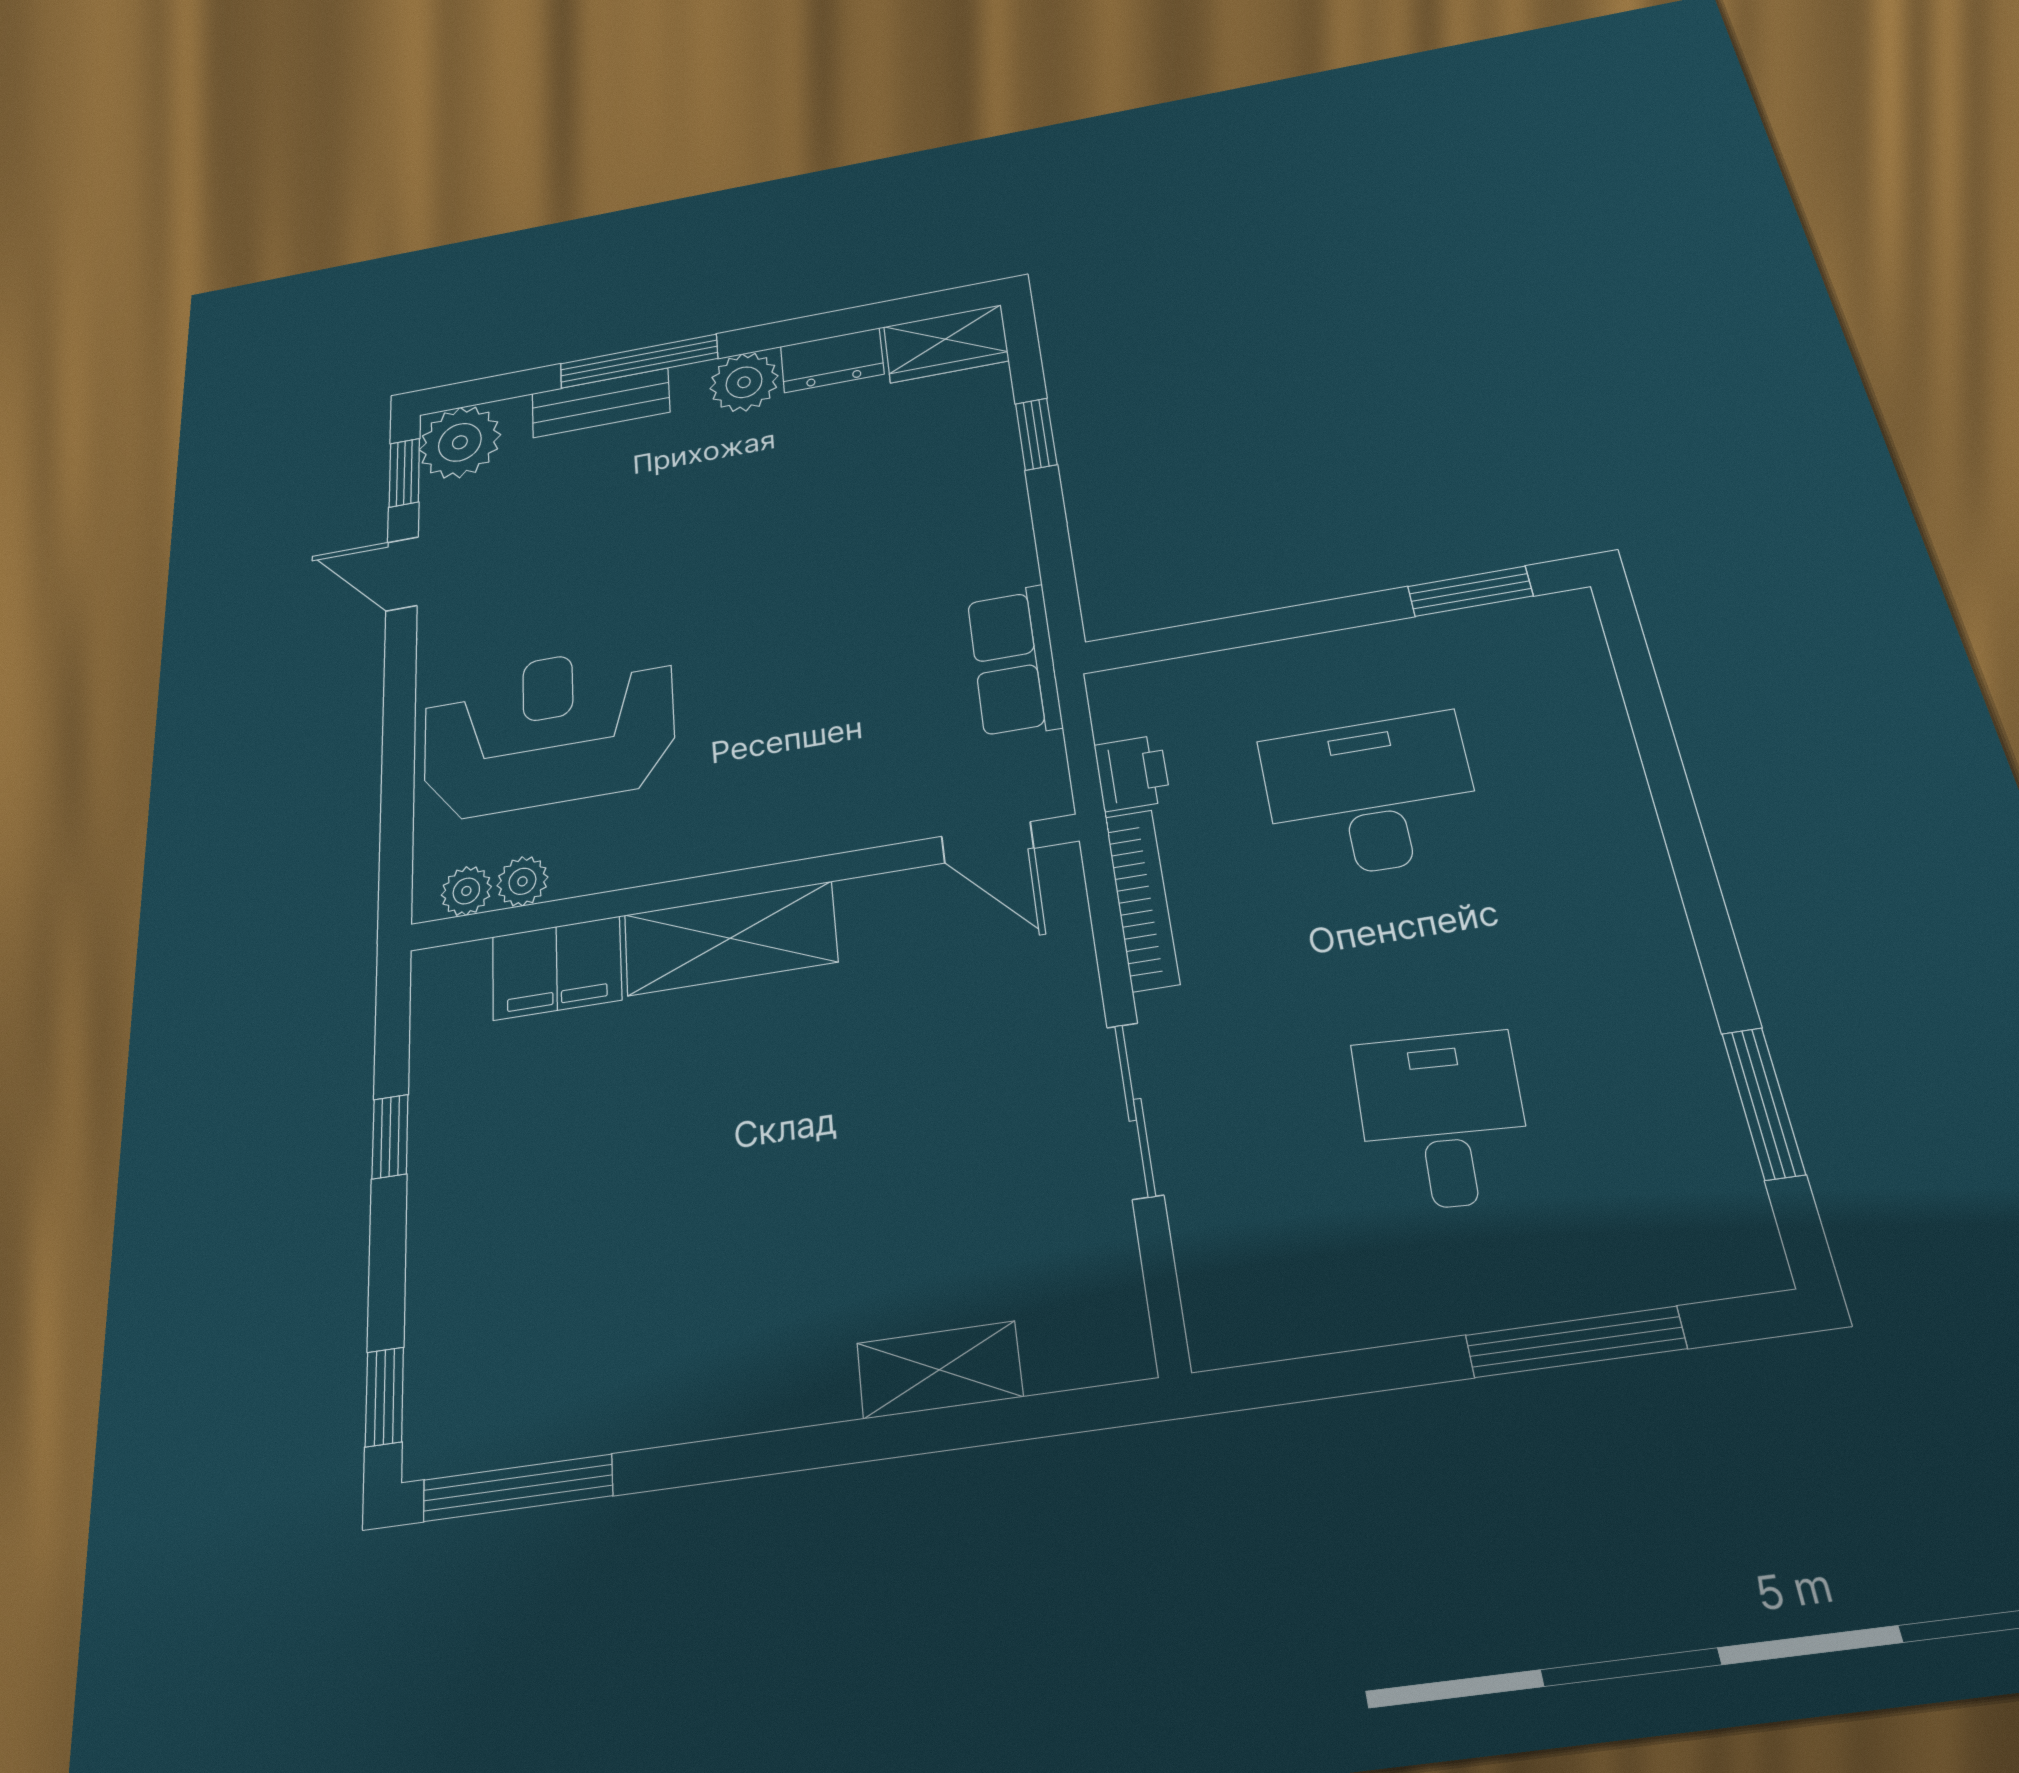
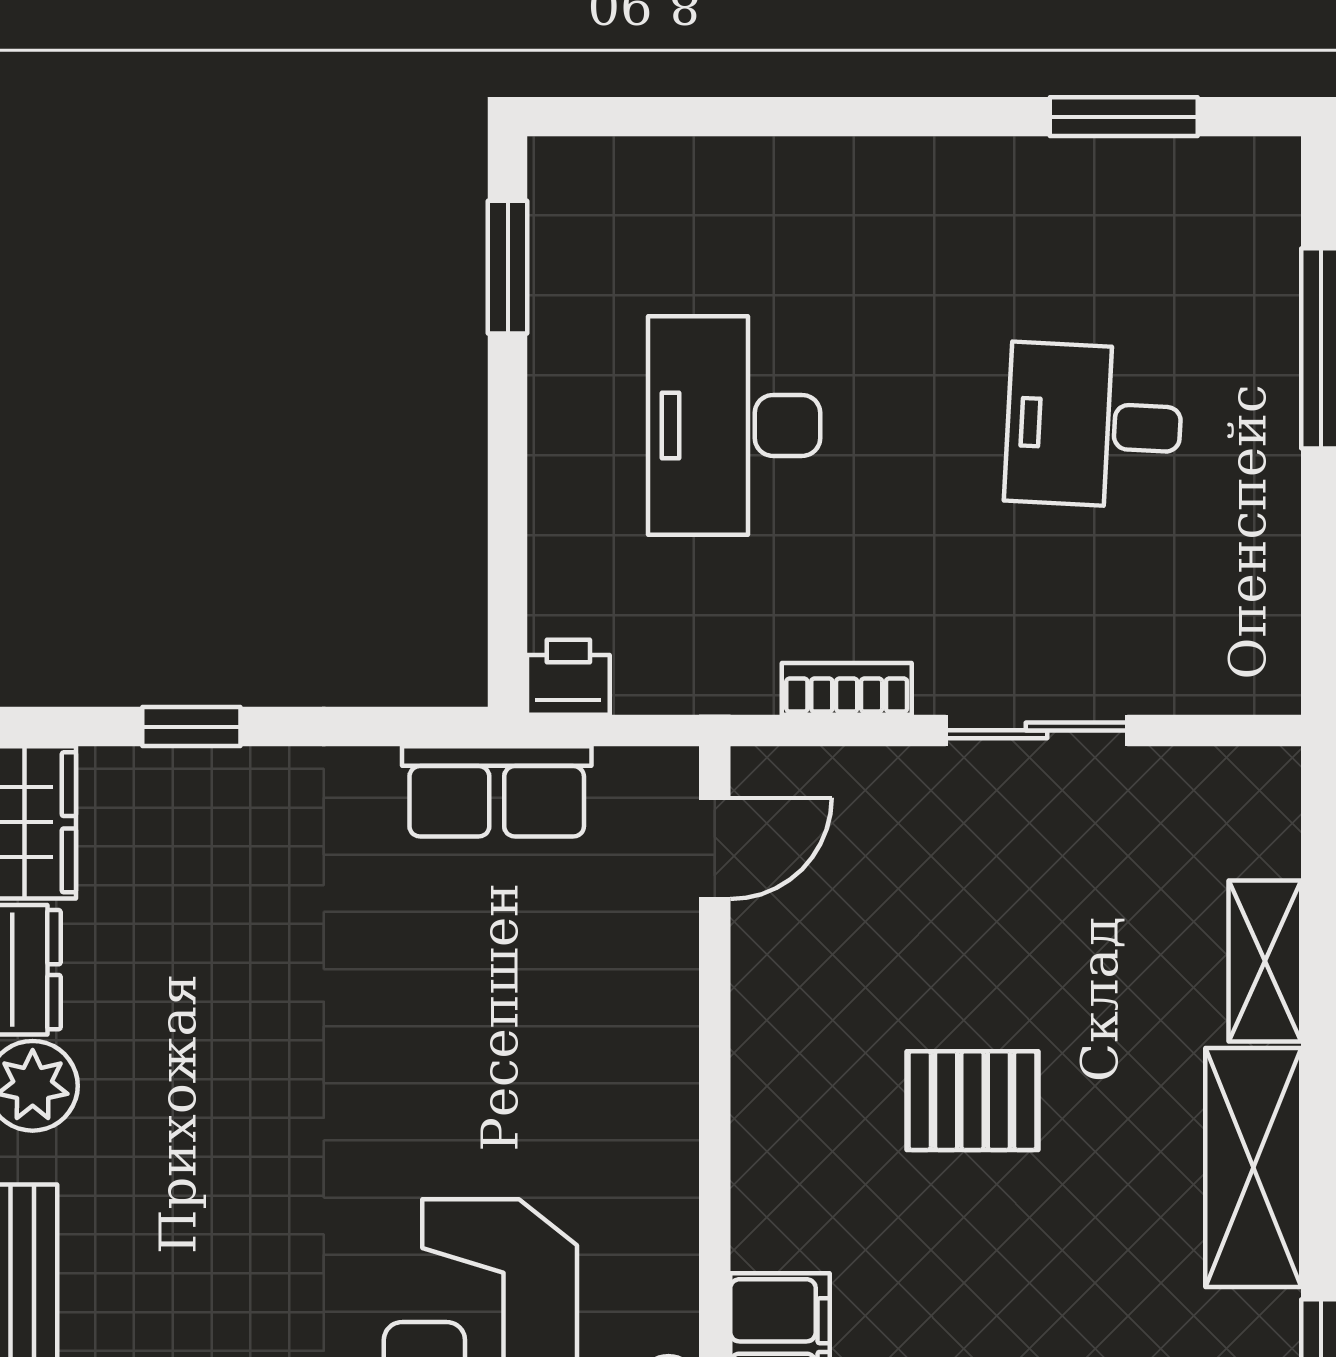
printer: (1132, 773) -> (568, 677), moved
bookcase: (1142, 899) -> (847, 689), width x0.64
shelving: (730, 938) -> (1253, 1167), moved
pallet: (783, 1103) -> (972, 1101), added

